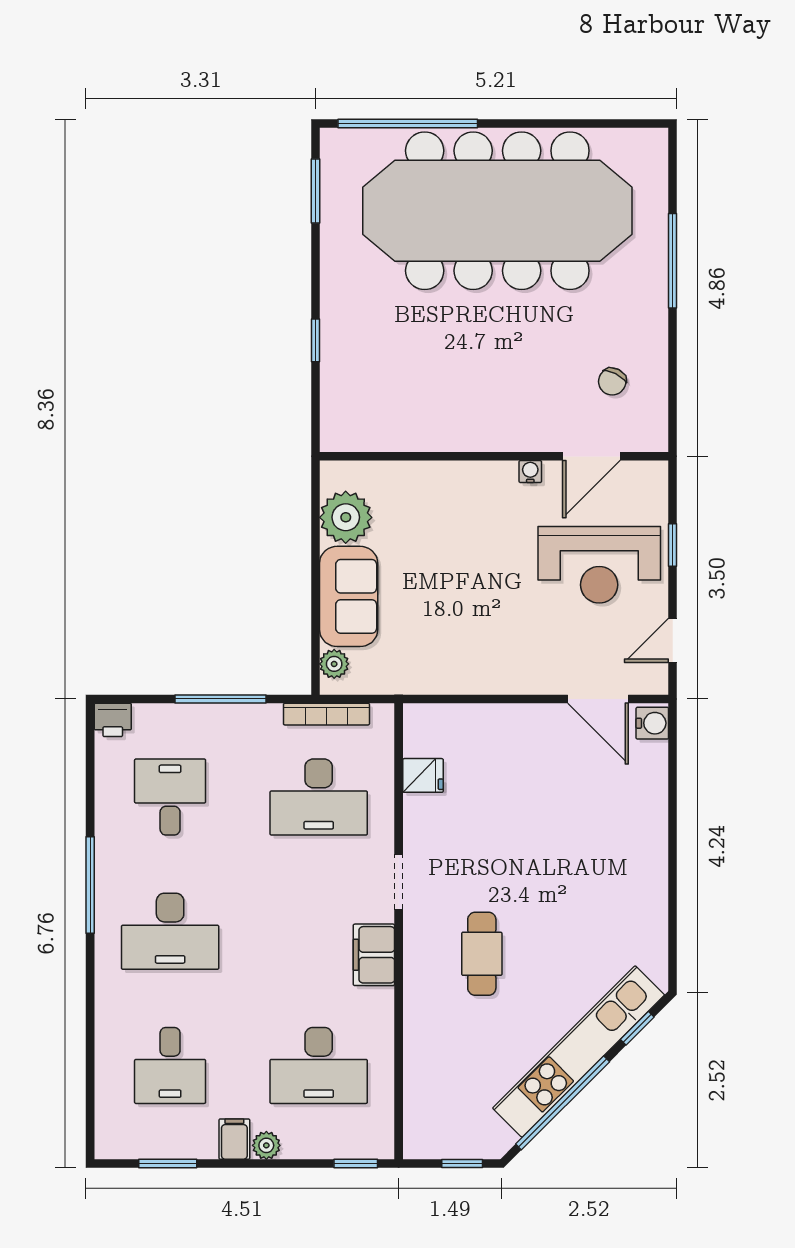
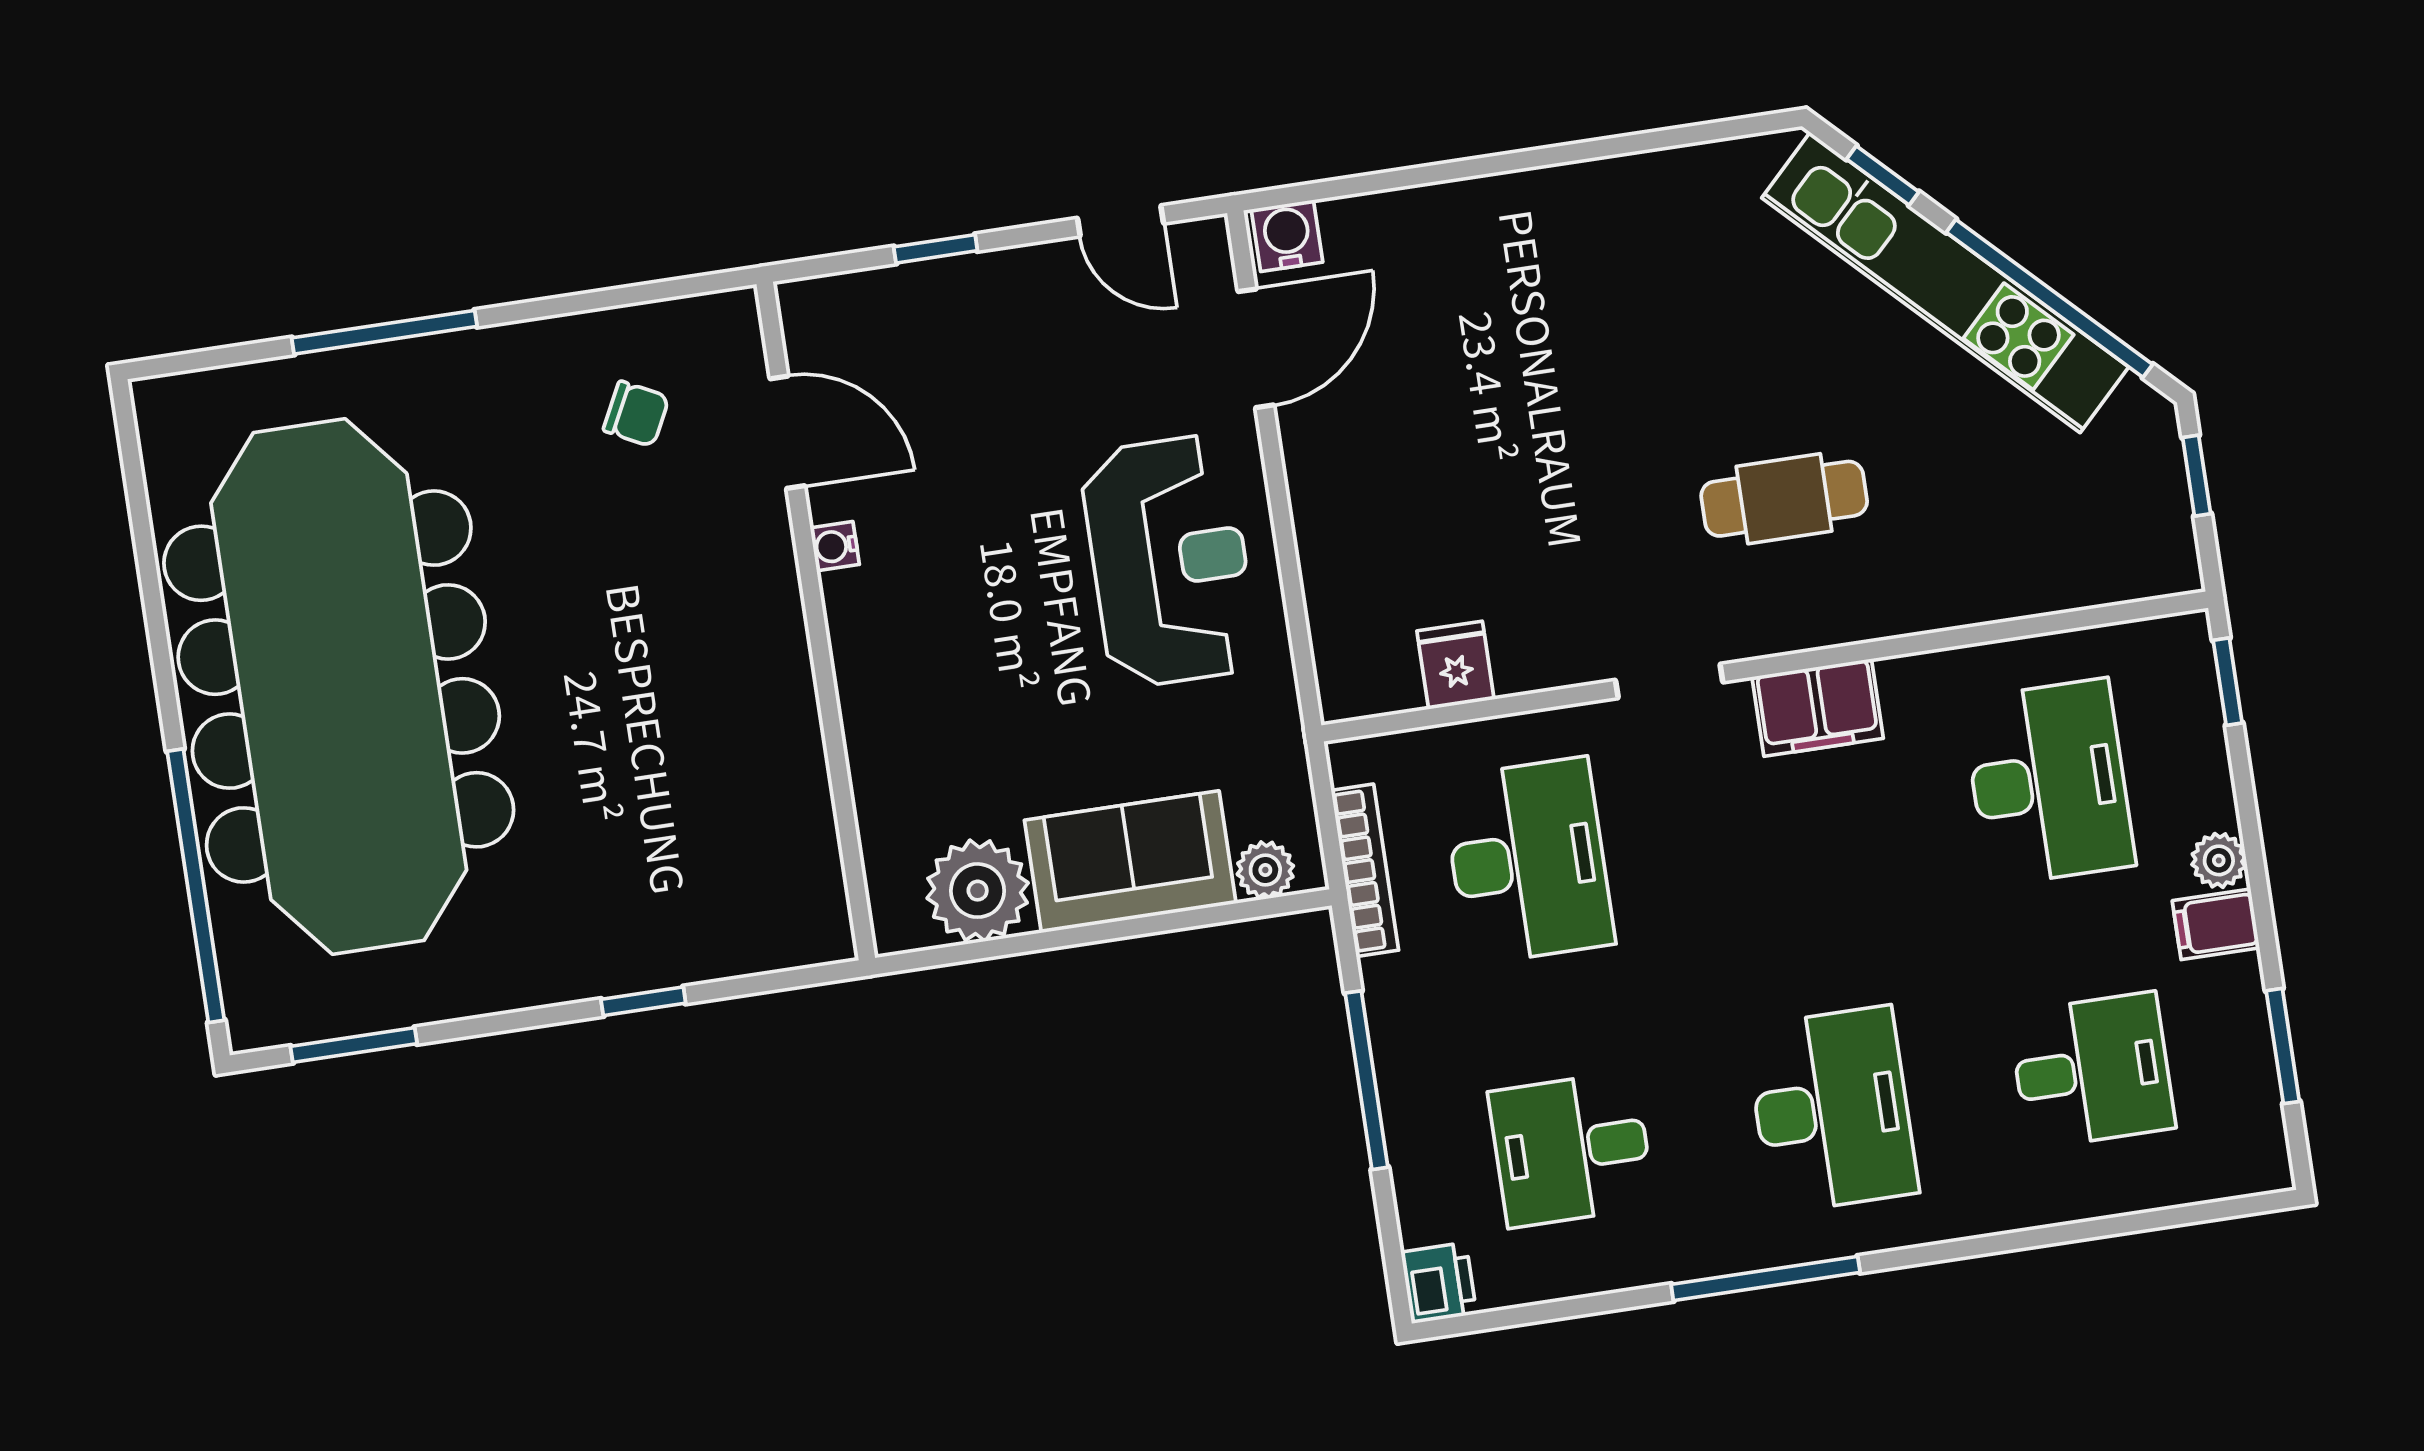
reception desk: (599, 565) -> (1169, 561), moved

